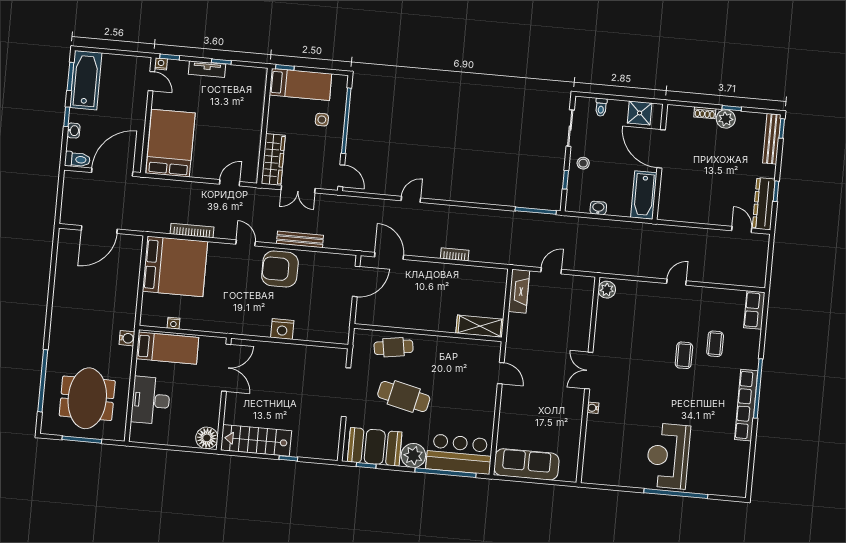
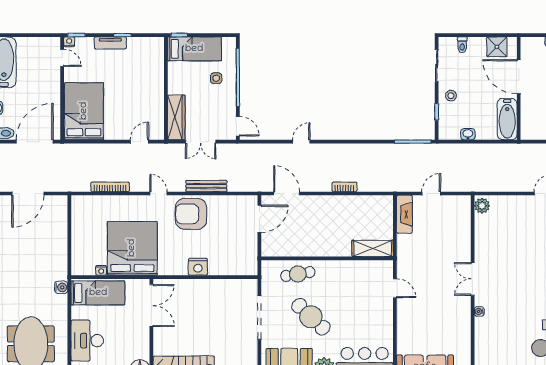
bed: (175, 266) -> (132, 248), moved, turned -90
cafe table: (404, 397) -> (311, 317), turned 30

